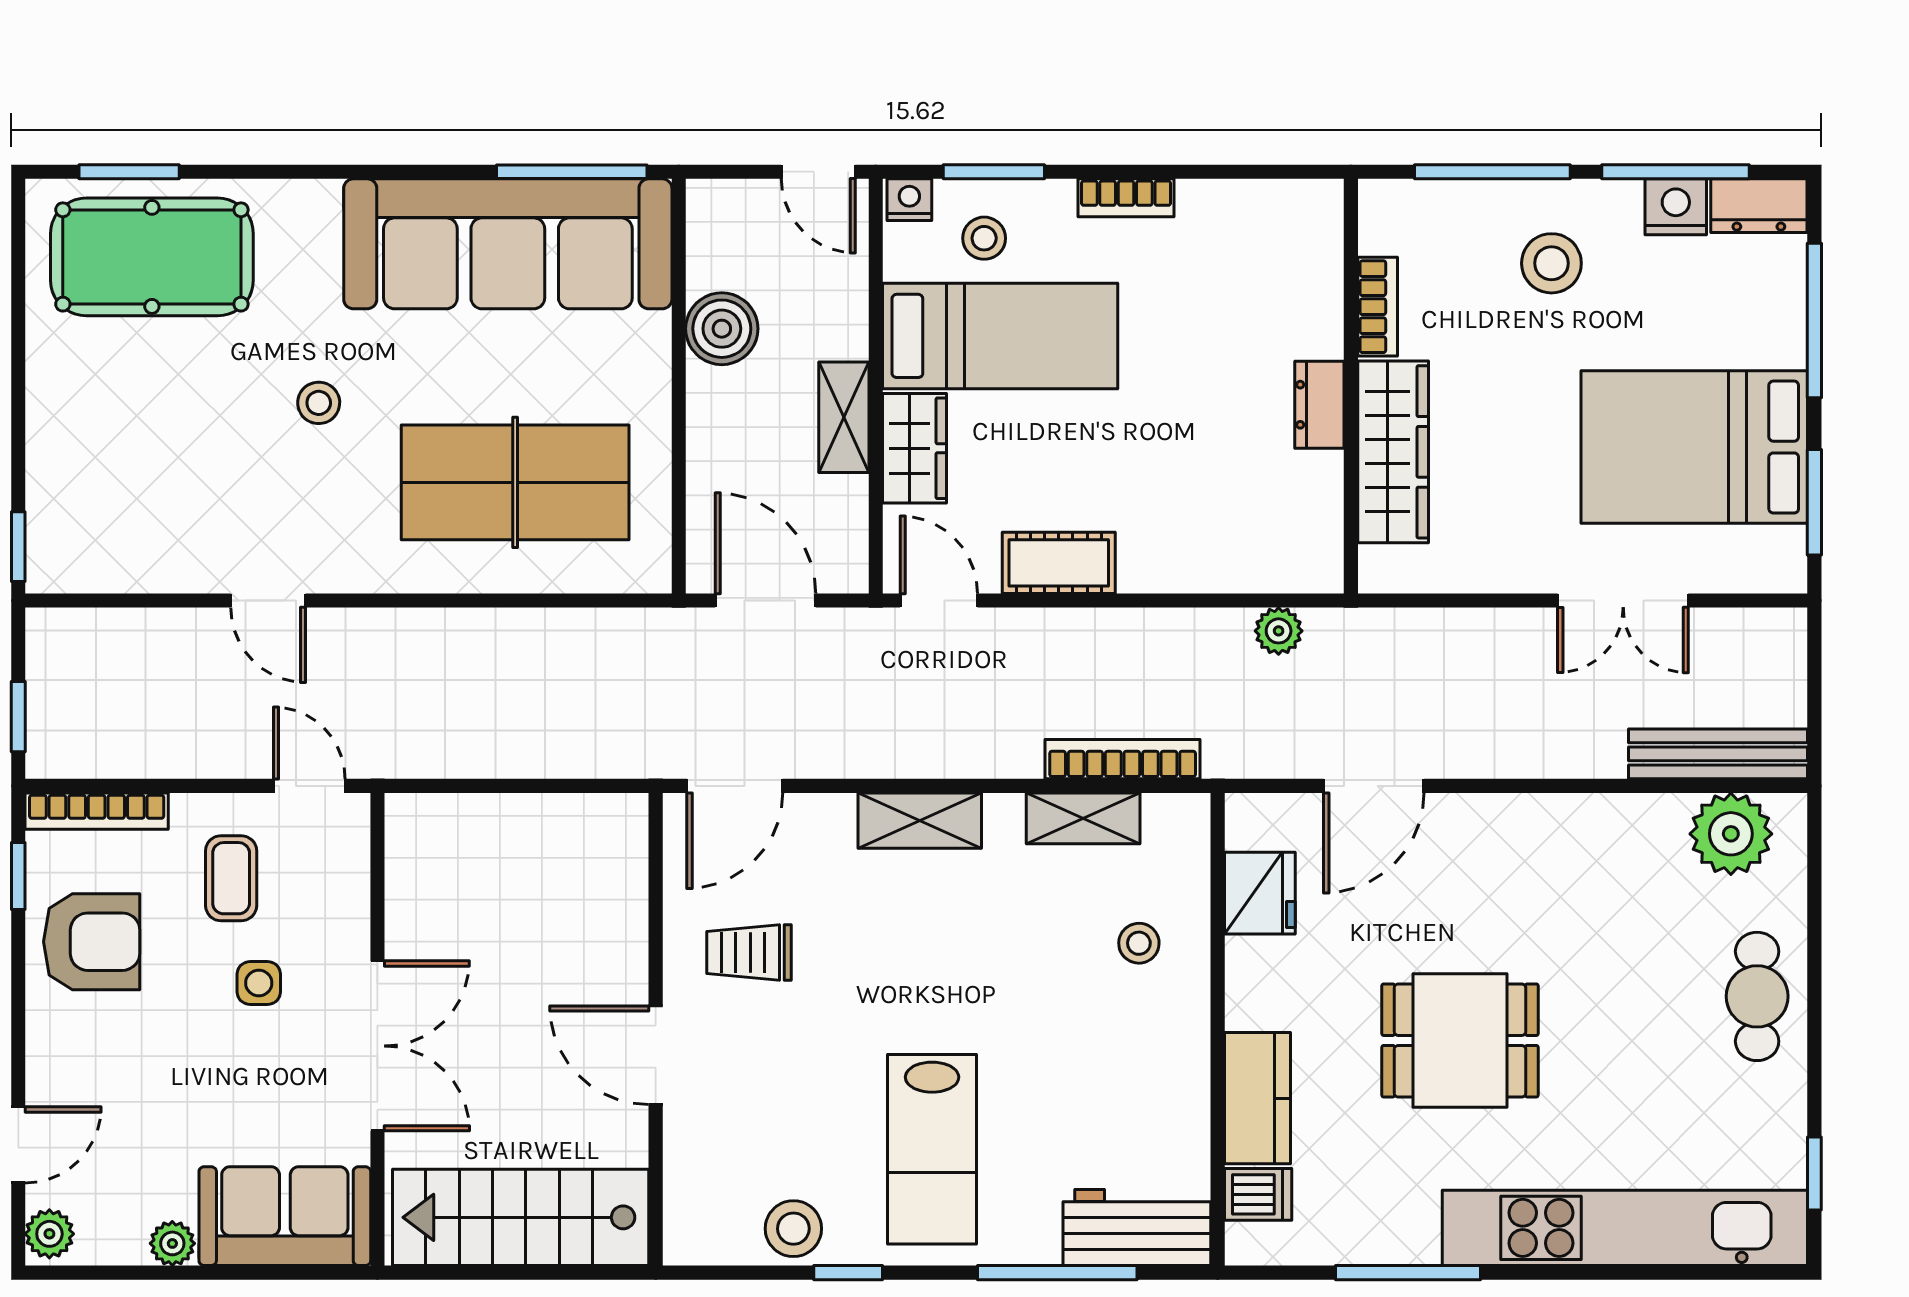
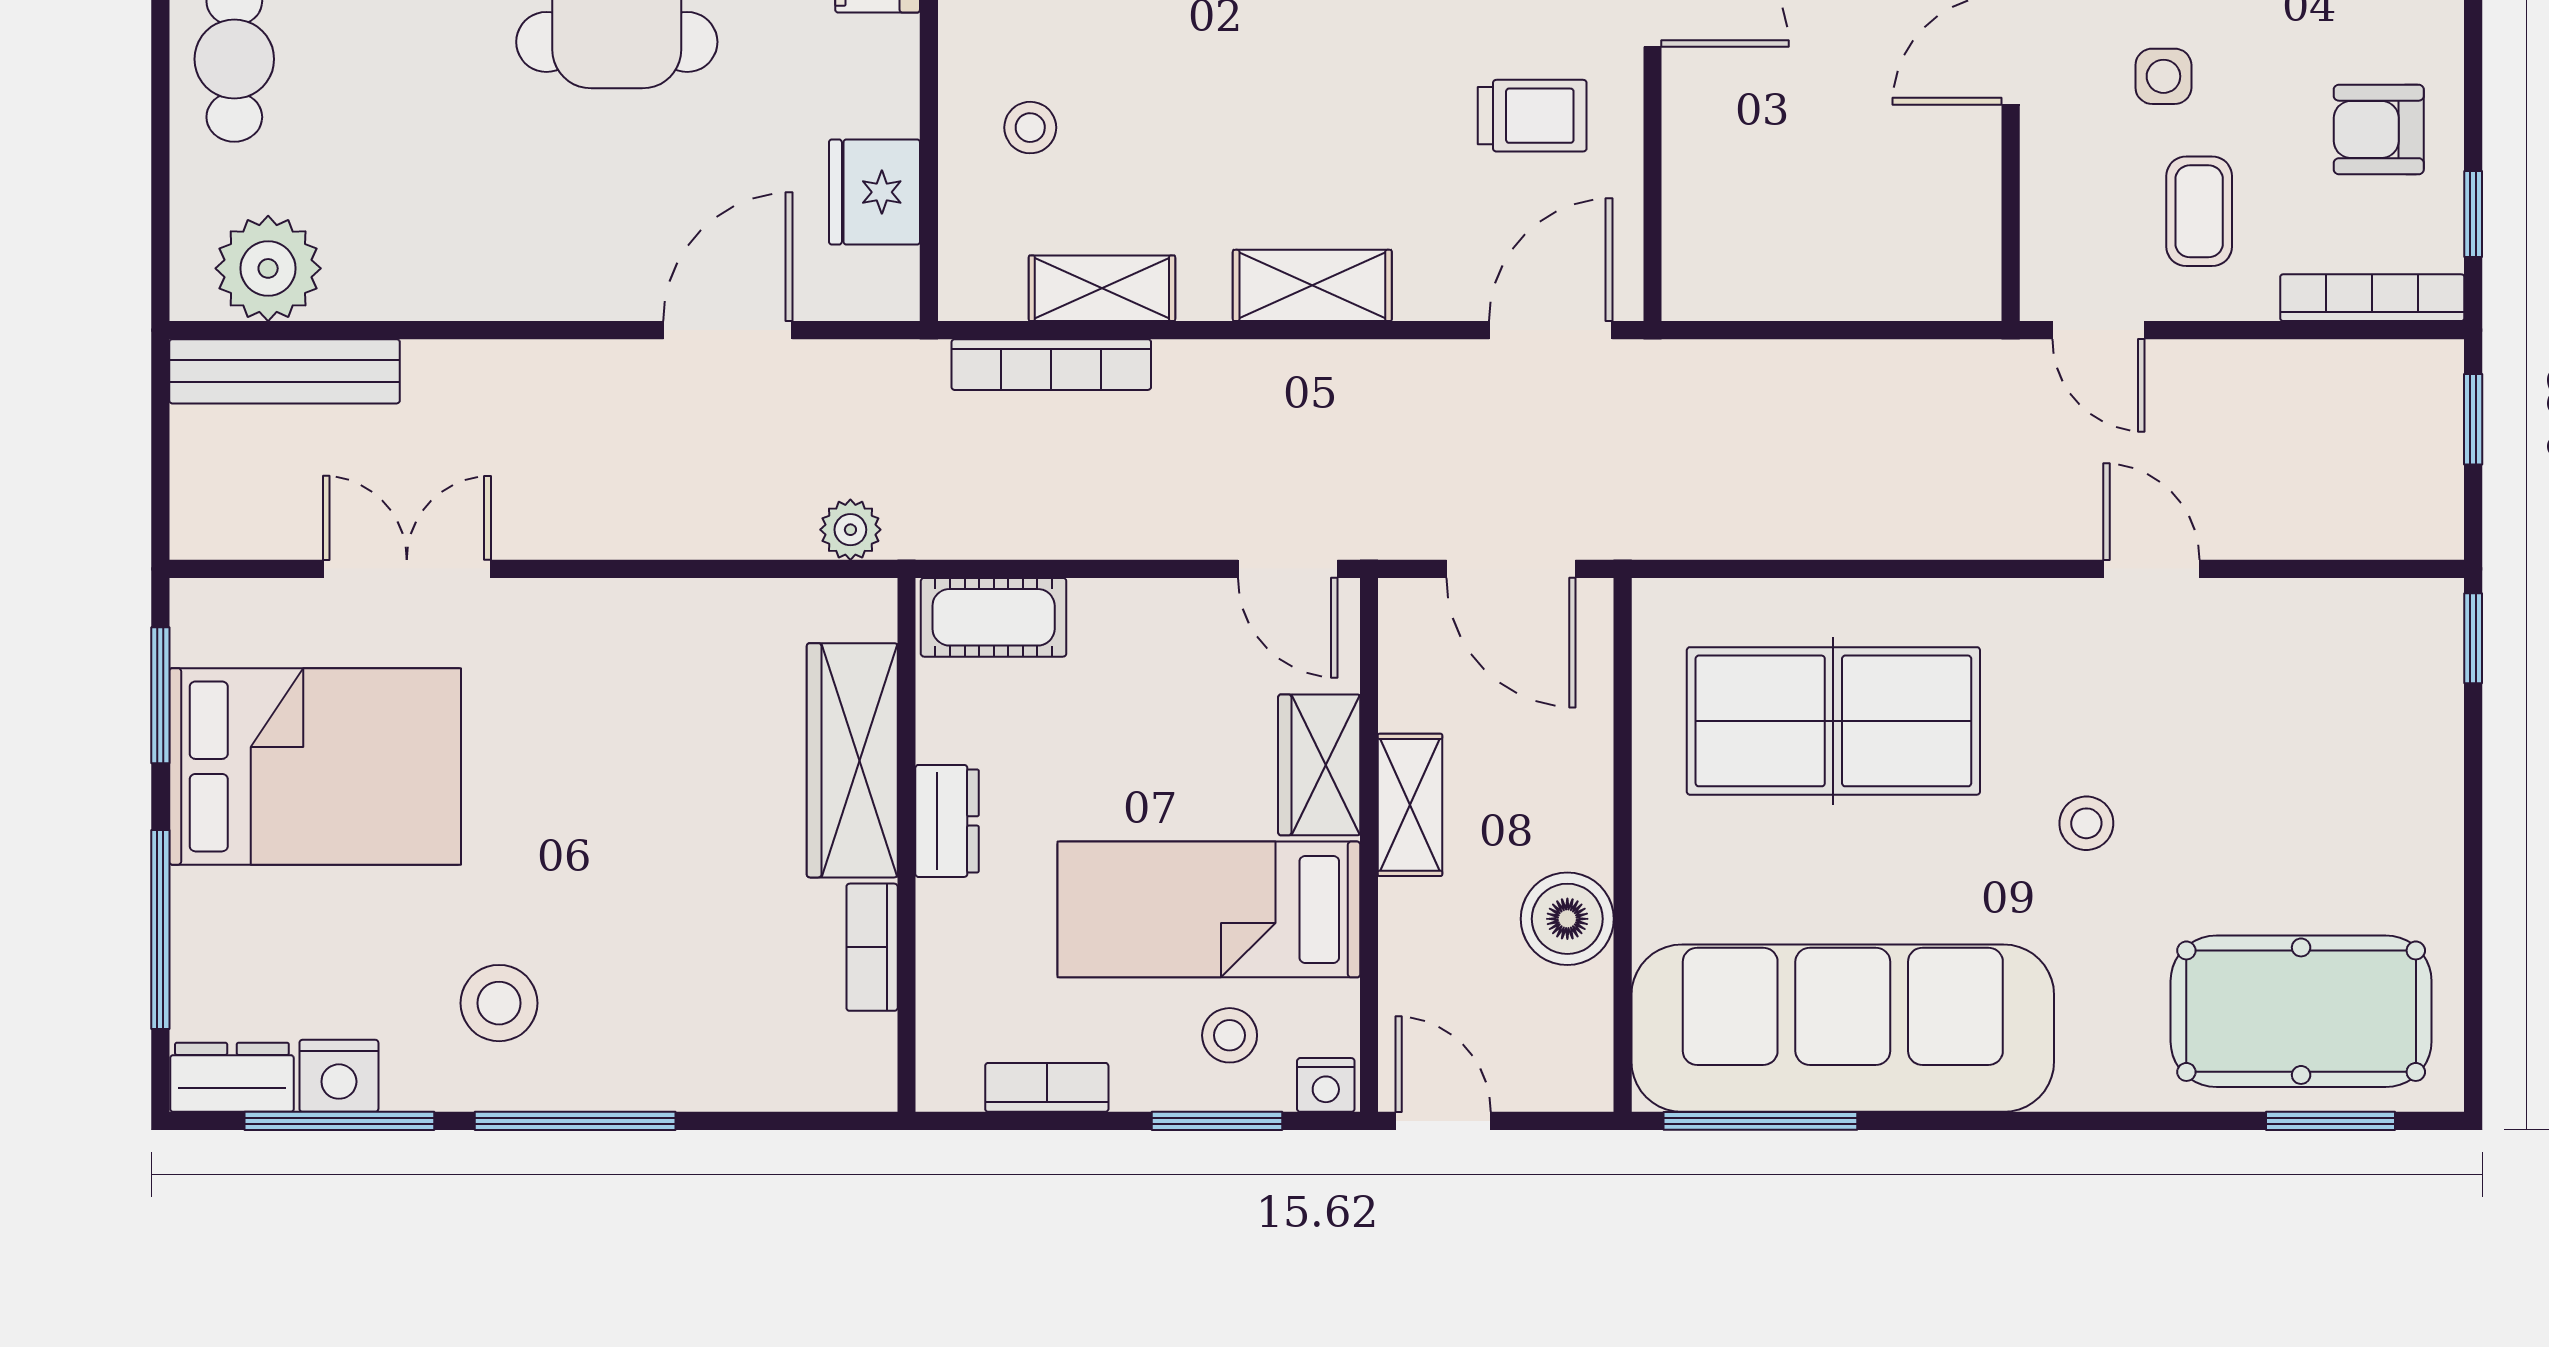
bookcase: (1378, 307) -> (872, 947), moved
wall: (1351, 386) -> (906, 845), moved
dresser: (1319, 405) -> (947, 821), moved
wardrobe: (1393, 452) -> (852, 760), moved
cot: (1059, 563) -> (994, 617), moved
armchair: (92, 942) -> (2379, 129), width x0.72, depth x0.72

